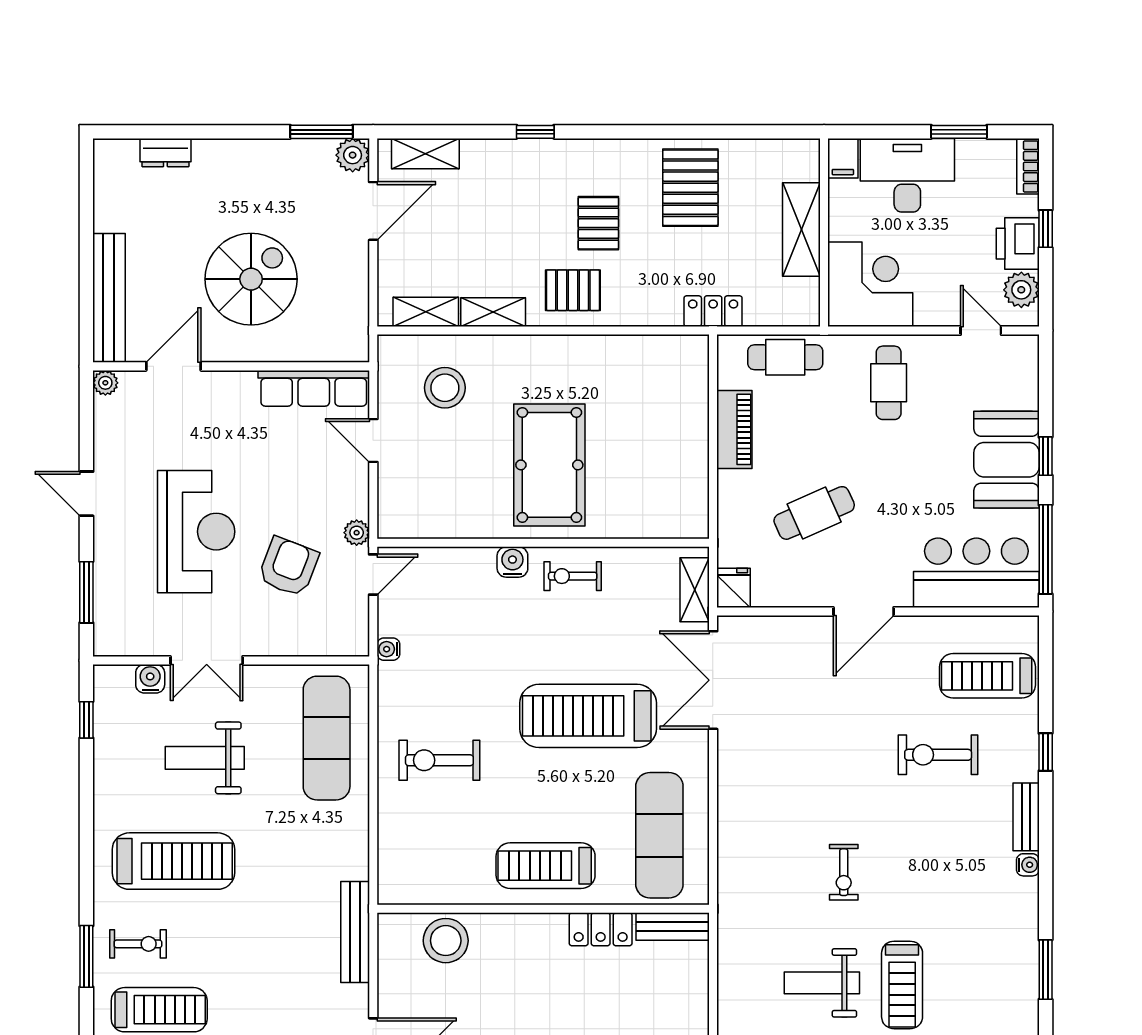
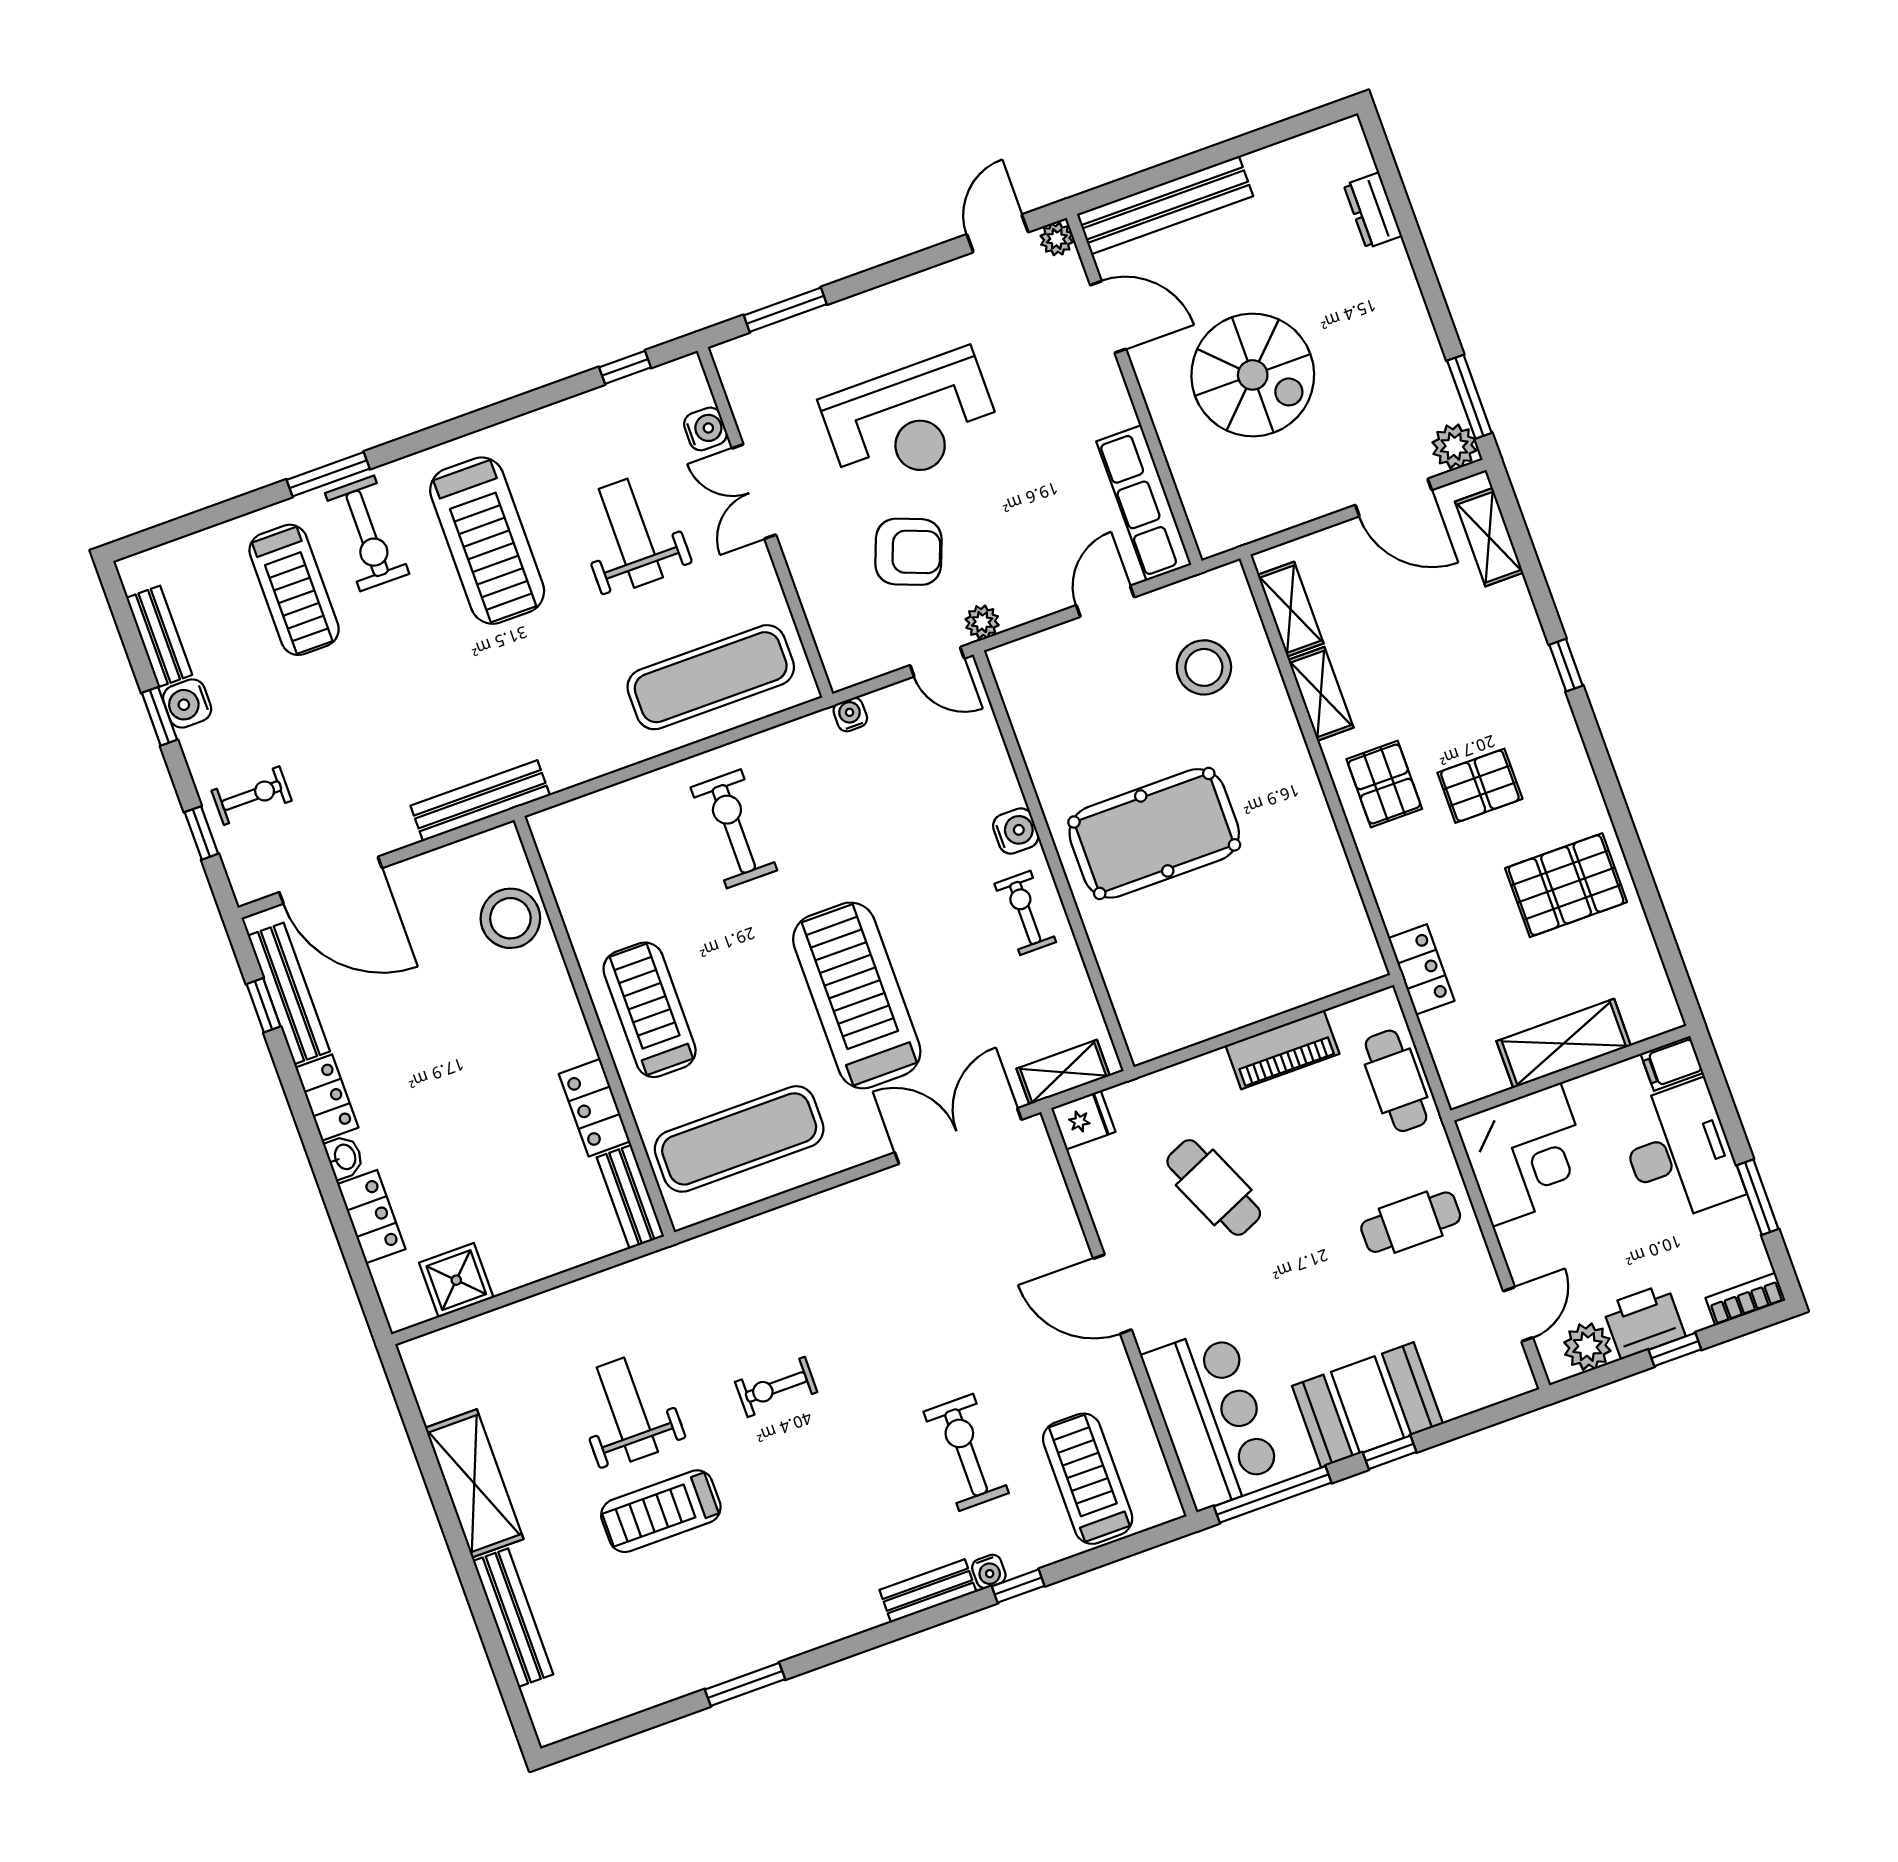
door: (86, 494) -> (998, 233), moved
water cooler: (1028, 865) -> (989, 1571), moved
exercise bike: (138, 944) -> (367, 533), width x1.38, depth x1.39

